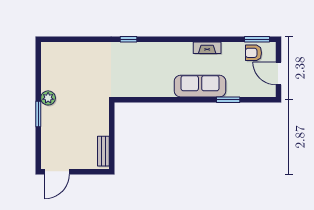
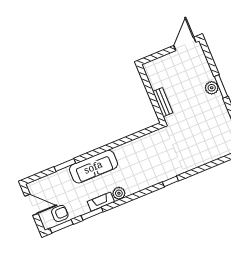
window: (221, 39) -> (92, 214), added
plant: (185, 49) -> (119, 193), added
plant: (48, 98) -> (212, 88), moved
bench: (103, 151) -> (163, 102), moved

